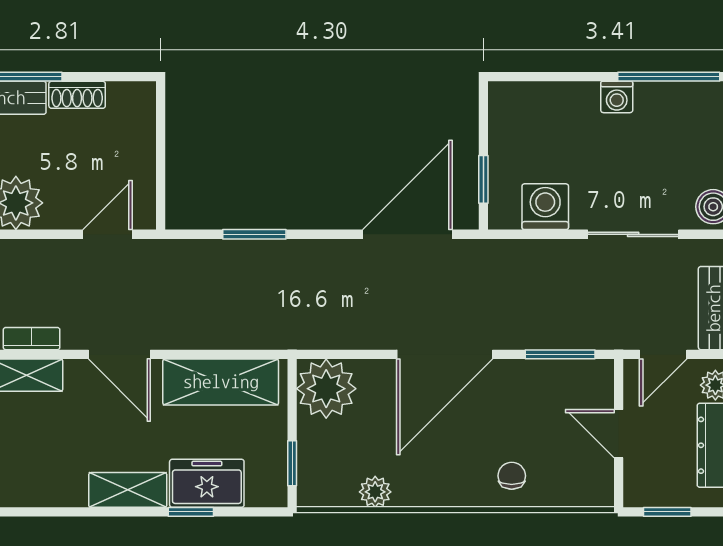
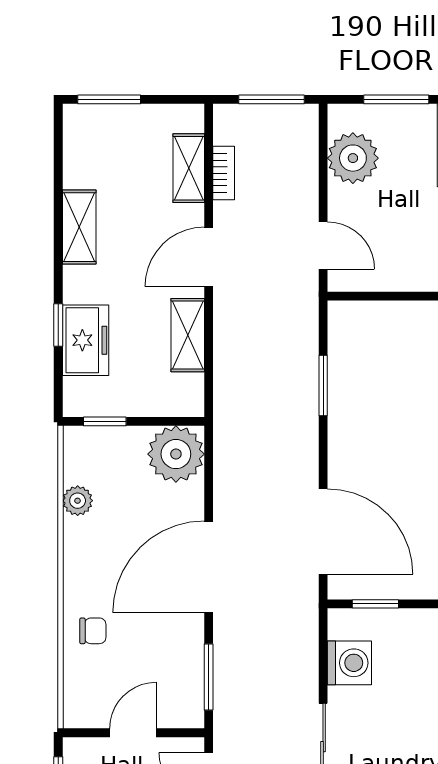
door: (445, 354) -> (209, 567), hinge flipped
shelving: (221, 382) -> (188, 335), width x0.67, depth x0.75
shelving: (128, 490) -> (79, 227), moved

